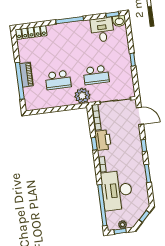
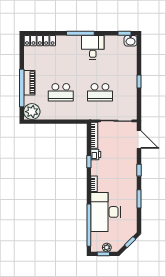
desk: (102, 30) -> (93, 47), moved
plant: (82, 96) -> (32, 112), moved
printer: (103, 140) -> (96, 155), width x0.53, depth x0.68

